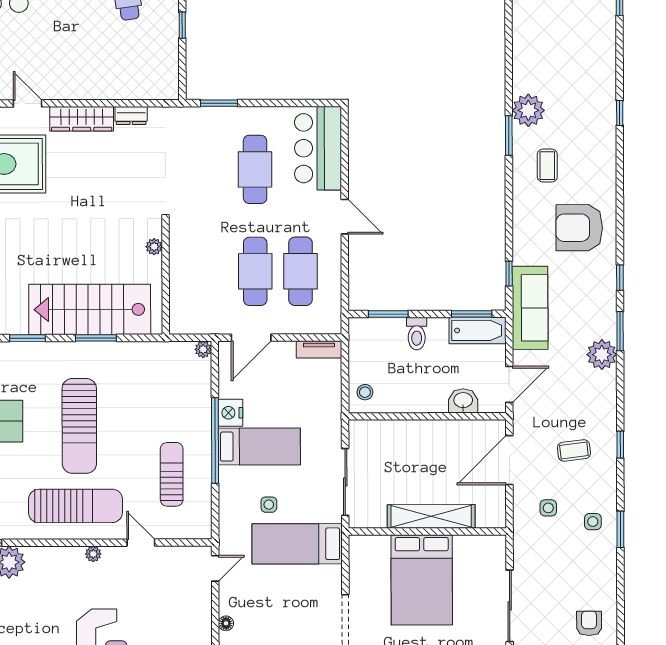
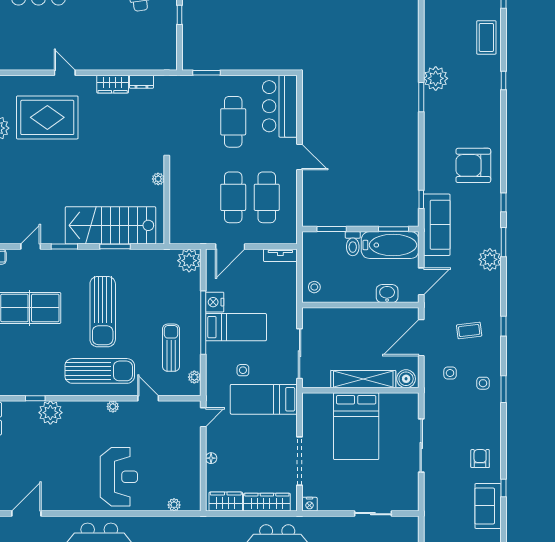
wardrobe: (82, 119) -> (113, 84), width x0.67
coffee table: (547, 166) -> (486, 37), moved, width x1.36, depth x1.30
bathtub: (478, 330) -> (390, 245), width x1.36, depth x1.36
plant: (203, 349) -> (189, 261), width x1.87, depth x1.87
plant: (203, 514) -> (194, 377), added
boiler: (489, 516) -> (406, 379), added

